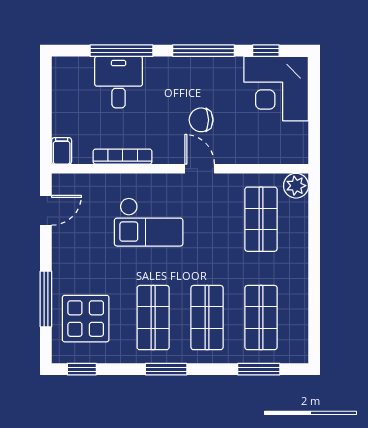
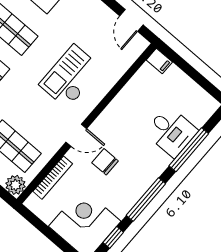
chair: (201, 120) -> (105, 162), turned -90
bookcase: (123, 157) -> (53, 178), moved

